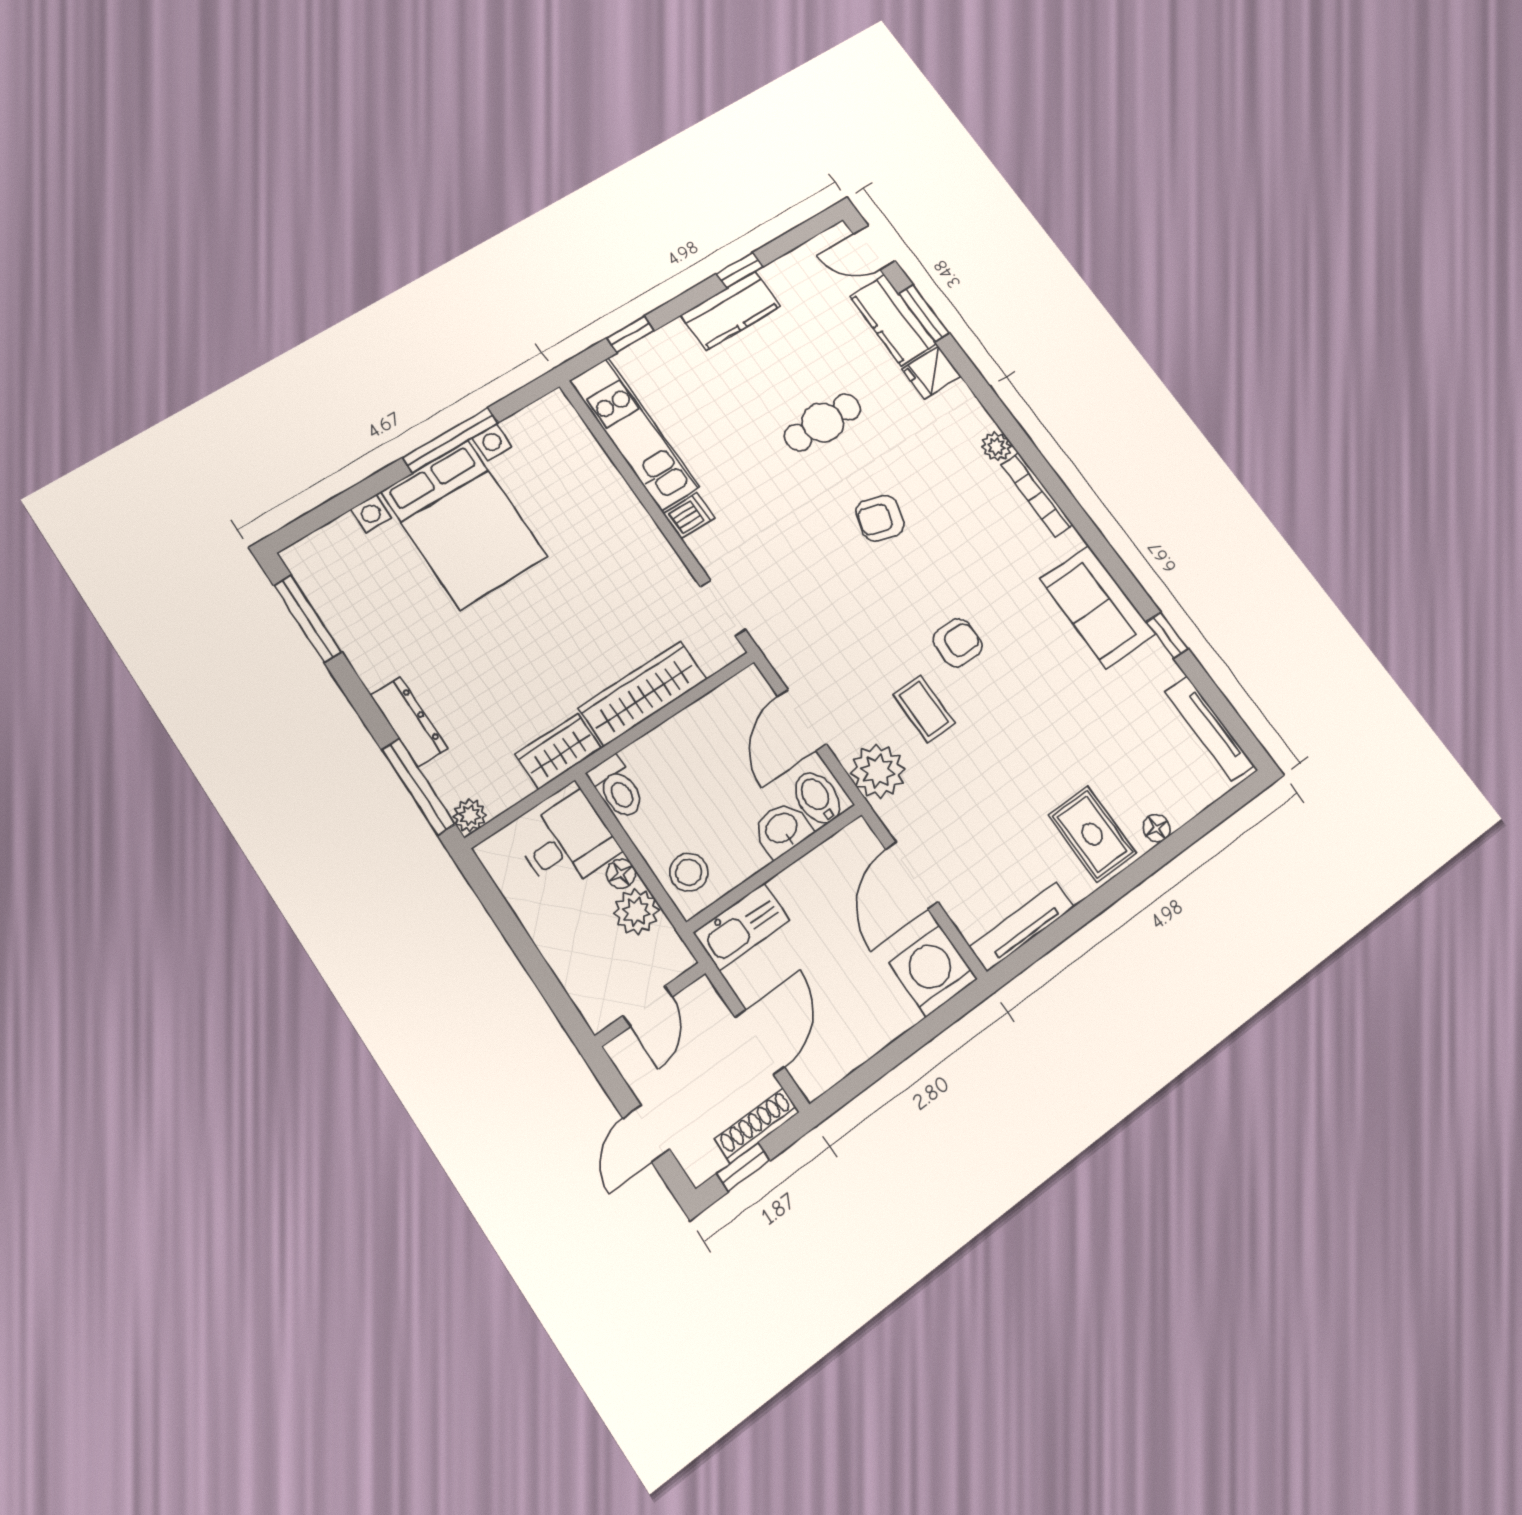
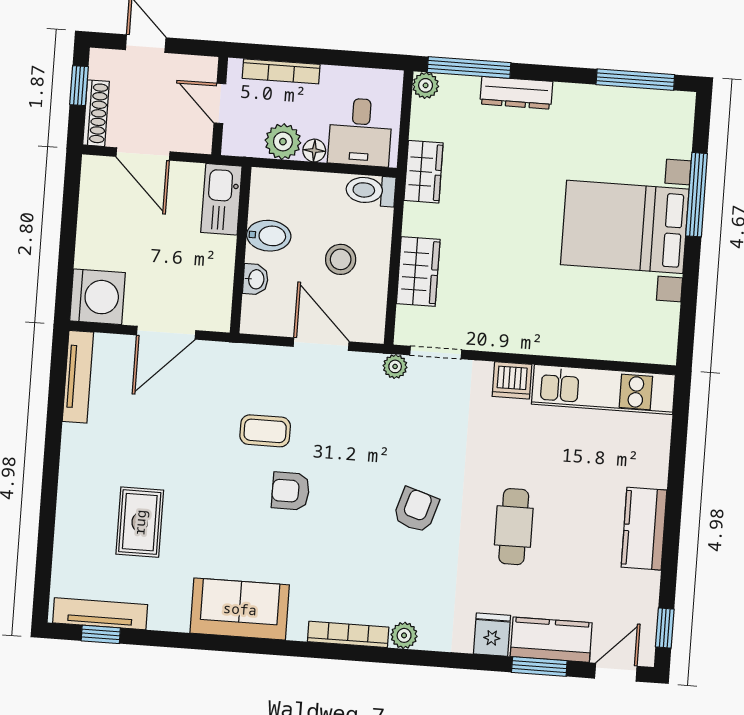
window: (740, 270) -> (665, 628), moved
window: (631, 334) -> (678, 444), removed
window: (451, 440) -> (697, 195), moved
dishwasher: (689, 516) -> (512, 380), width x1.38
window: (1167, 635) -> (101, 634), moved
armchair: (958, 643) -> (291, 491), turned 90
wardrobe: (643, 693) -> (418, 272), width x0.67
plant: (878, 771) -> (395, 366), moved, width x0.53, depth x0.53
bidet: (817, 798) -> (269, 236), moved
floor lamp: (1157, 828) -> (67, 520), removed
washbasin: (782, 829) -> (256, 279), width x0.72, depth x0.69
rug: (1092, 834) -> (140, 522), moved, turned 90
stool: (689, 872) -> (341, 259), moved
door: (912, 876) -> (166, 333), swing flipped
bookcase: (567, 970) -> (281, 71), added

